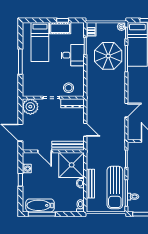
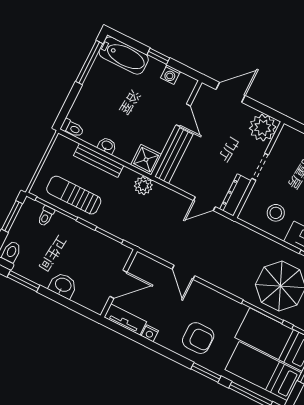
stool: (69, 88) -> (276, 213), moved
door: (85, 130) -> (204, 204), moved
door: (45, 151) -> (183, 115), swing flipped
plant: (92, 154) -> (143, 186), added
shower: (72, 165) -> (146, 160), width x0.54, depth x0.54
sun lounger: (115, 187) -> (74, 195), width x0.73, depth x0.75
bathtub: (40, 205) -> (124, 56), moved, turned 90

